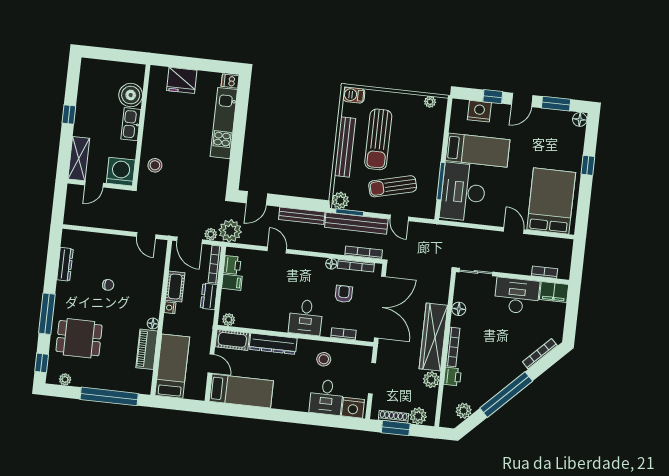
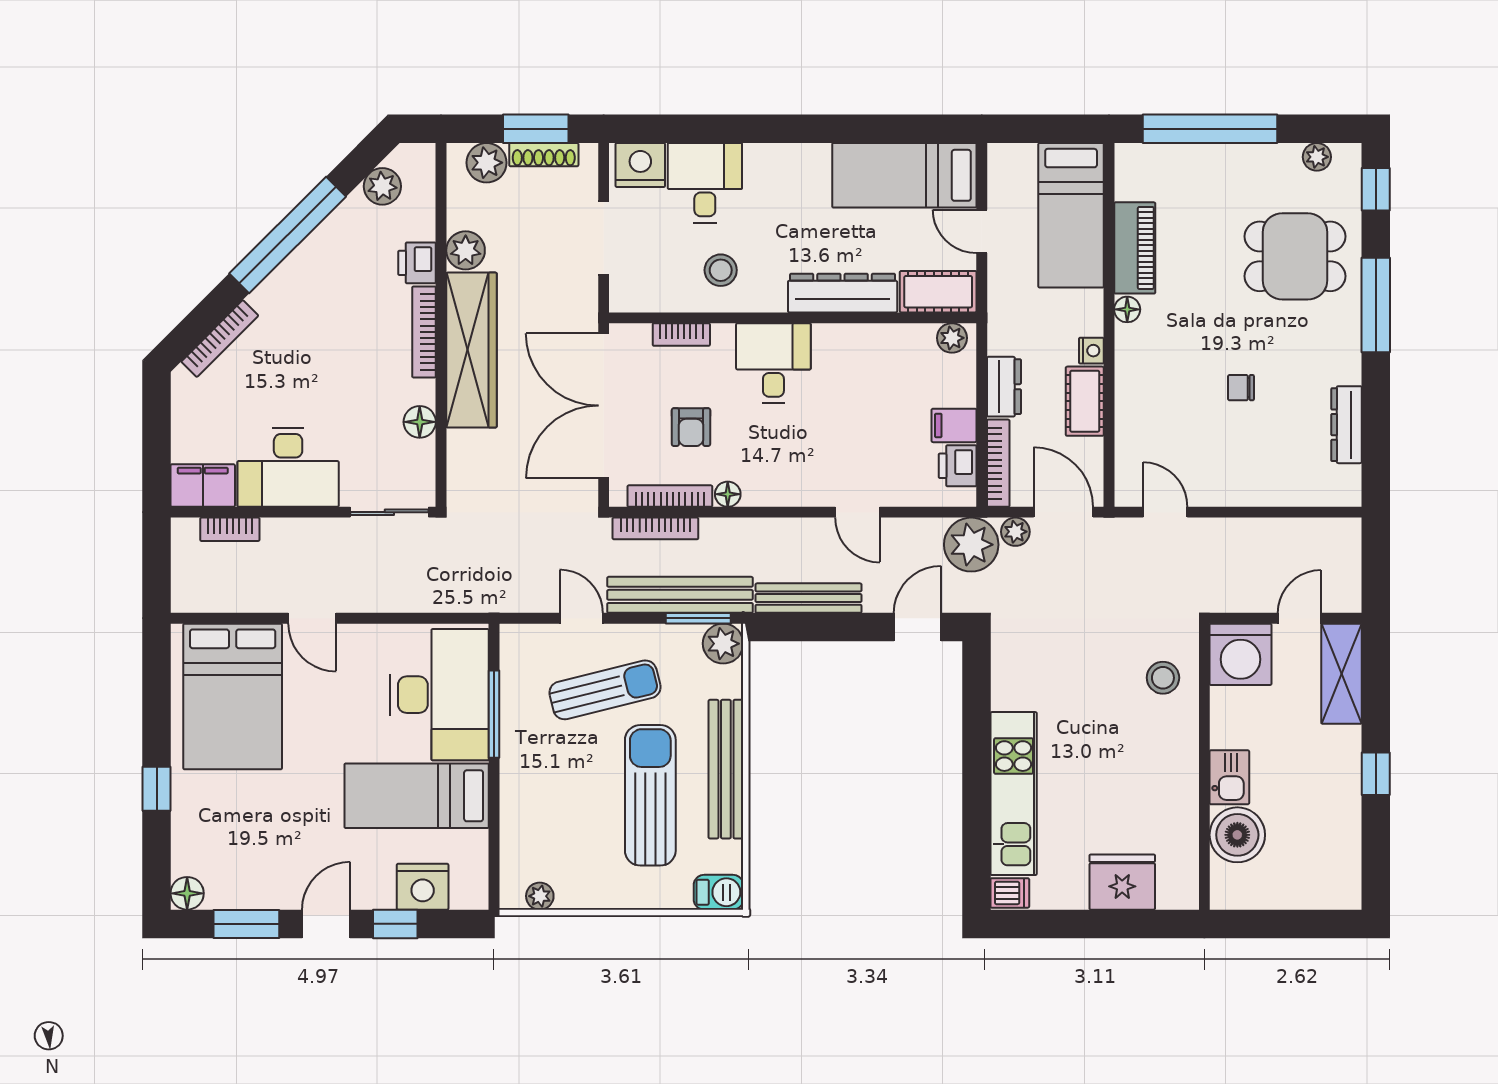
kitchen sink: (131, 124) -> (1229, 777), width x0.73

